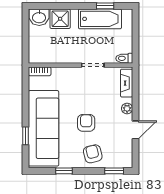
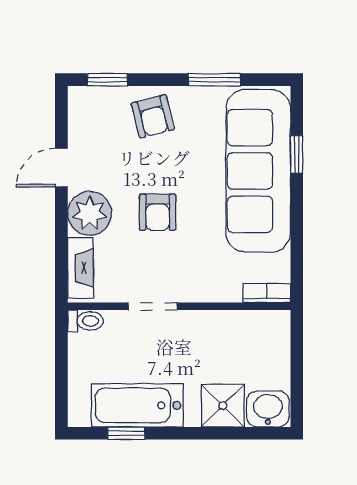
plant: (127, 109) -> (90, 213), width x1.88, depth x1.88
armchair: (86, 123) -> (158, 212), moved
window: (64, 171) -> (214, 80), width x1.50

